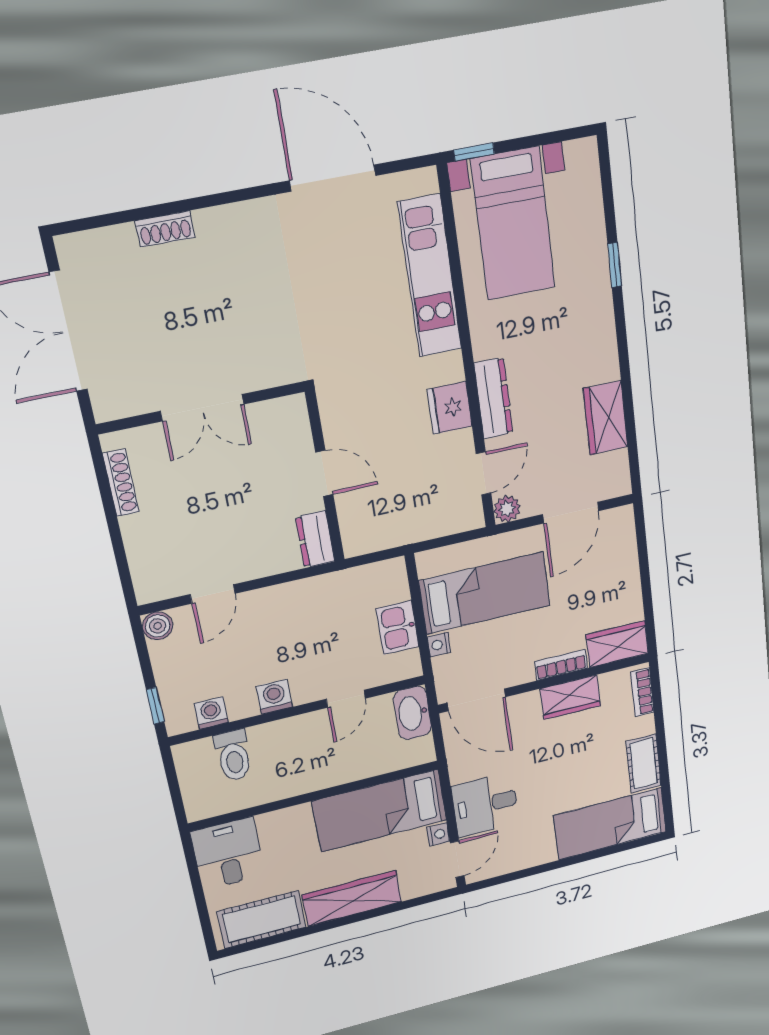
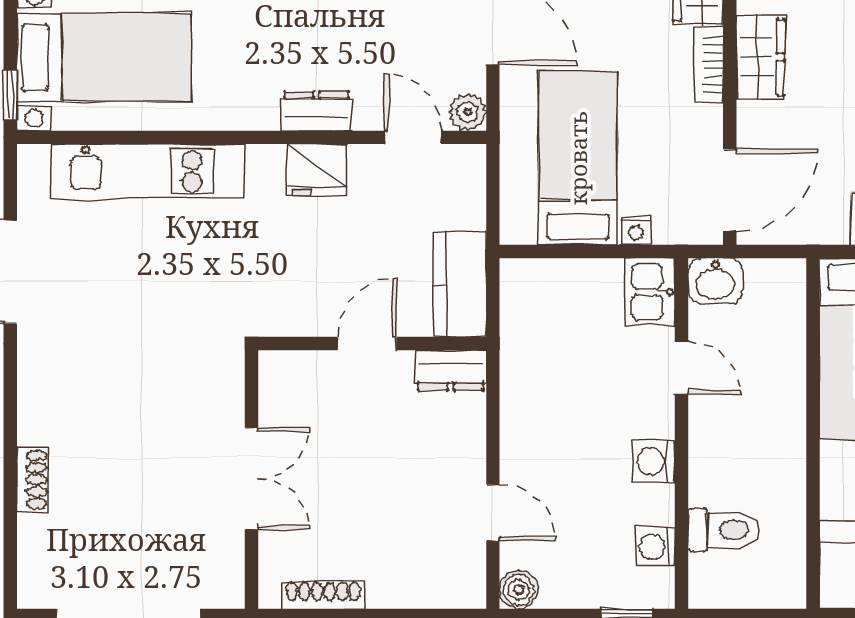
dresser: (493, 398) -> (317, 111), width x0.70
kitchen counter: (380, 531) -> (460, 284), added
kitchen sink: (397, 628) -> (650, 292), moved, turned 90
washbasin: (412, 713) -> (715, 281), width x0.72

